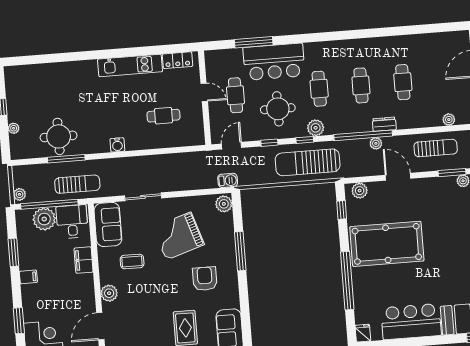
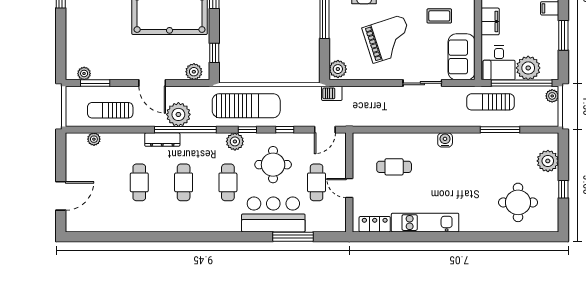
dresser: (384, 124) -> (162, 140), width x1.44
plant: (14, 128) -> (548, 161), width x1.88, depth x1.88
round table: (59, 136) -> (518, 202), moved
plant: (376, 143) -> (178, 114), width x1.88, depth x1.88

